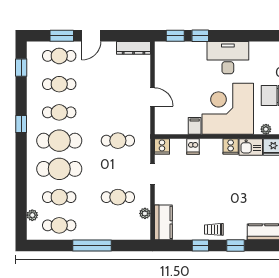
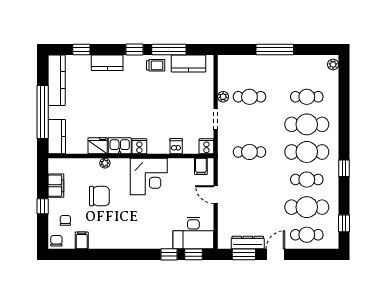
window: (62, 36) -> (244, 254), moved
dresser: (134, 48) -> (248, 243), moved
desk: (228, 58) -> (193, 233), moved
cafe table: (59, 84) -> (307, 207), width x1.37, depth x1.35
corner desk: (228, 109) -> (149, 177), width x0.74, depth x0.74
filing cabinet: (195, 126) -> (201, 166), moved
plant: (145, 213) -> (223, 97), moved
plant: (32, 215) -> (333, 65), moved
kitchen counter: (163, 222) -> (189, 64), moved, turned -90
cafe table: (59, 225) -> (307, 69), removed
window: (200, 246) -> (169, 49), width x2.17

